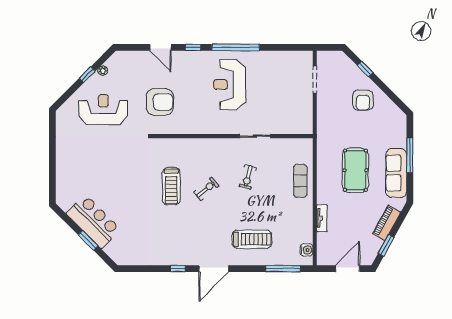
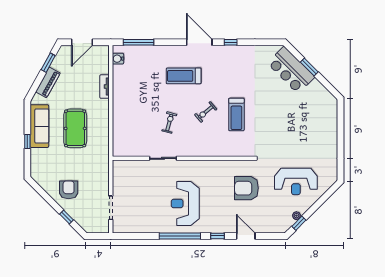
window: (87, 75) -> (299, 223), moved
reception desk: (230, 84) -> (185, 204), turned 180
window: (410, 155) -> (27, 142), width x0.46
exercise mat: (300, 181) -> (123, 119), removed
treadmill: (171, 186) -> (236, 114), turned 180
bar counter: (93, 221) -> (291, 70), moved
treadmill: (252, 239) -> (184, 76), moved
door: (214, 269) -> (199, 42), hinge flipped

